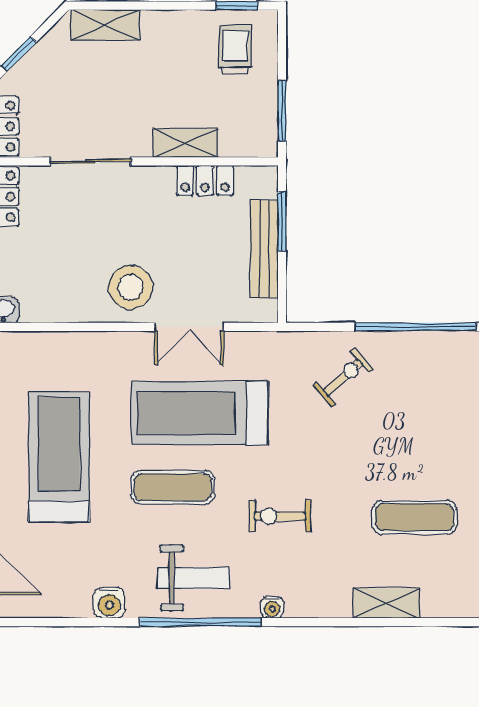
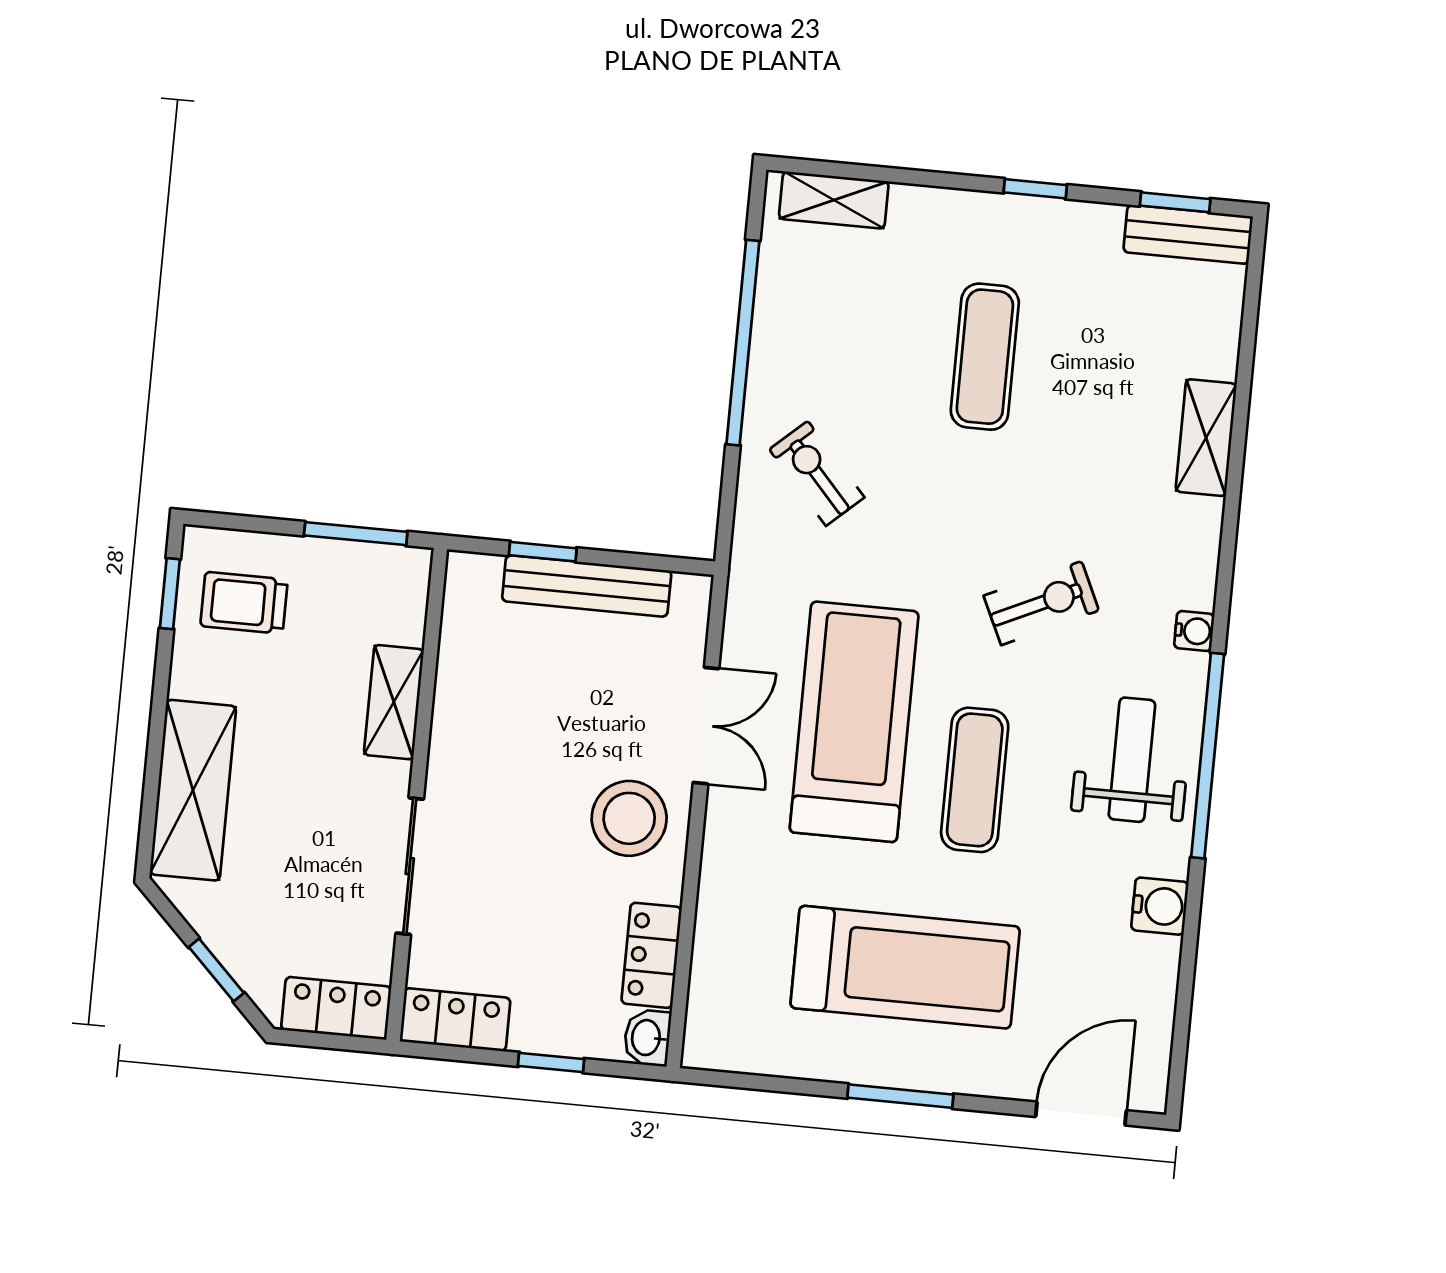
shelving: (105, 25) -> (193, 790), width x1.50, depth x1.33
locker: (205, 180) -> (651, 955), moved, turned 180
window: (282, 222) -> (543, 552), width x0.67
treadmill: (200, 413) -> (854, 722), turned 180
treadmill: (59, 457) -> (905, 967), turned 180
exercise bike: (280, 516) -> (1041, 603), turned -115
exercise mat: (414, 517) -> (985, 357), moved

